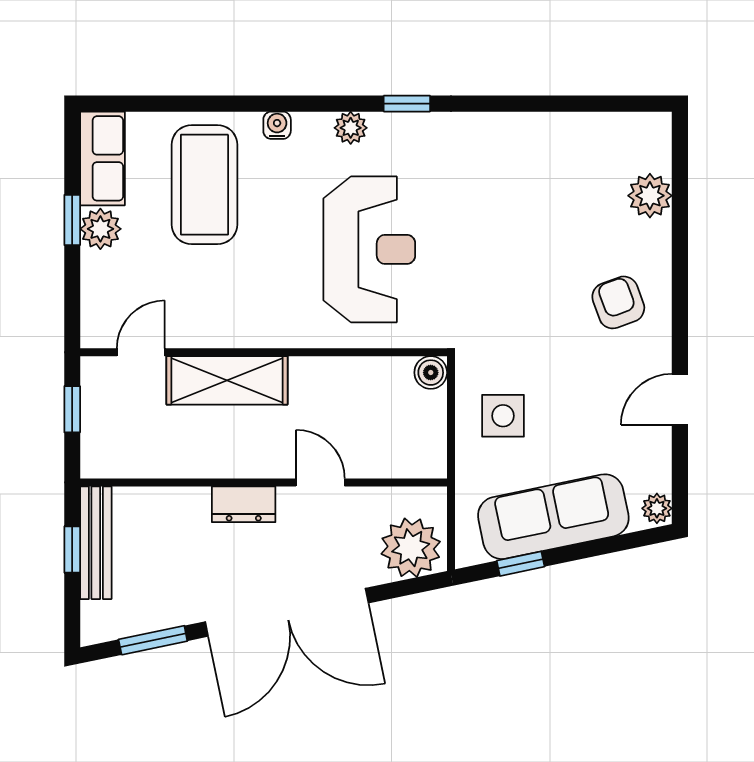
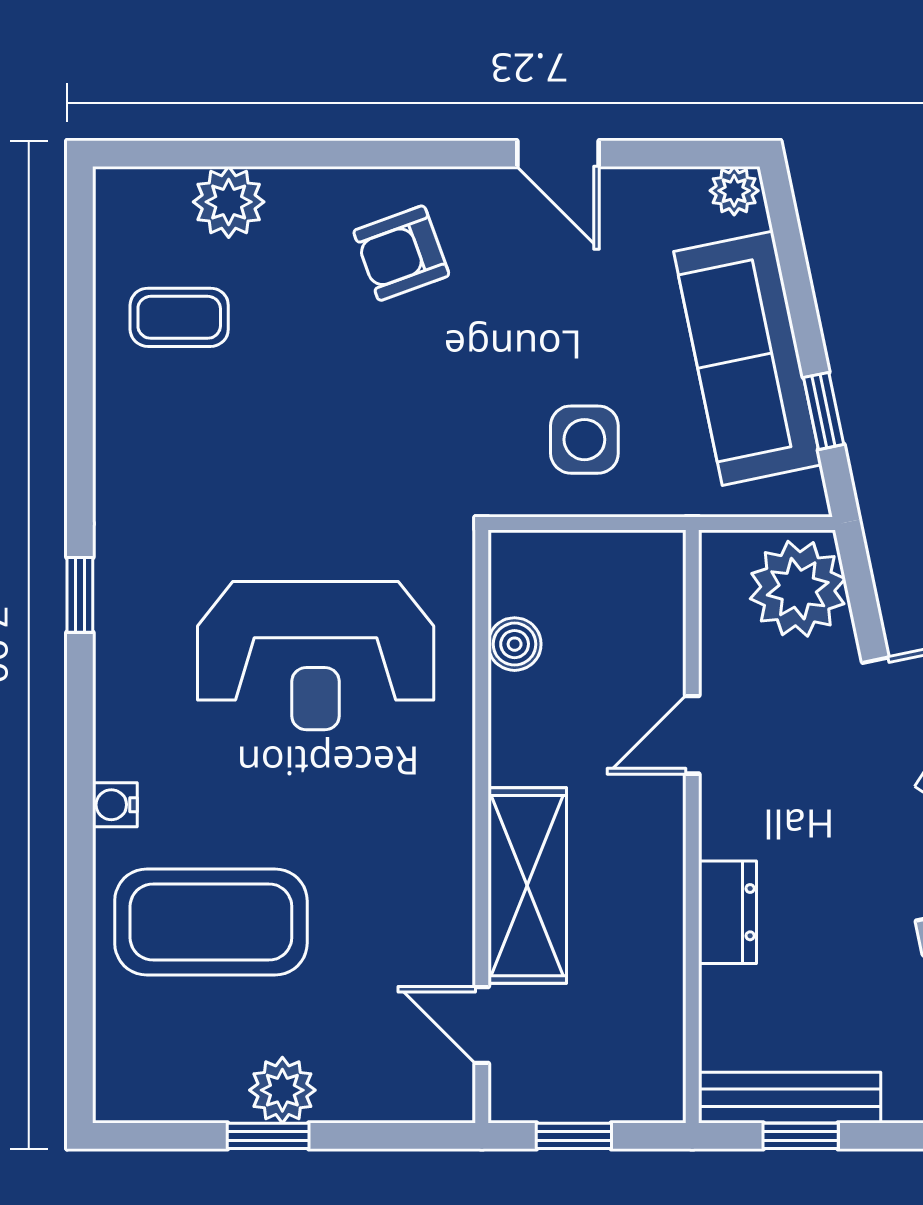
plant: (351, 128) -> (119, 686), removed
row of seats: (102, 158) -> (168, 1087), removed
coffee table: (579, 165) -> (179, 317), added
reception desk: (369, 249) -> (316, 656), turned 180
boiler: (431, 373) -> (515, 644), moved
dresser: (244, 504) -> (728, 912), moved

